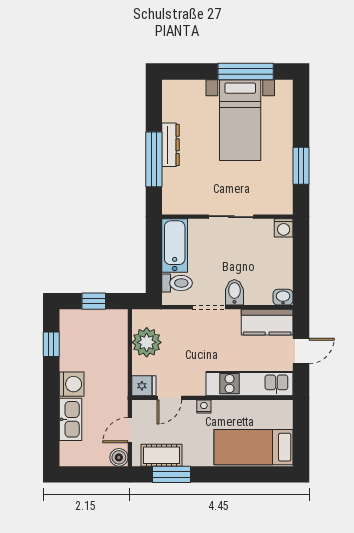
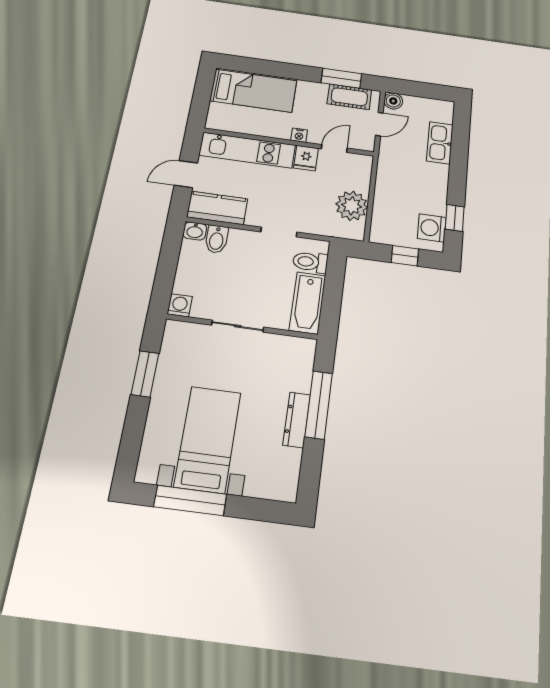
bidet: (234, 292) -> (217, 239), moved
washing machine: (72, 384) -> (432, 228), moved
fridge: (144, 386) -> (306, 158), moved, turned -90

